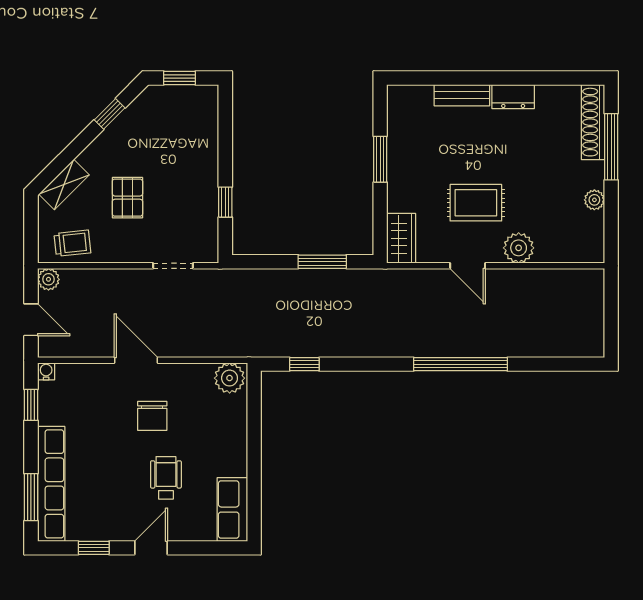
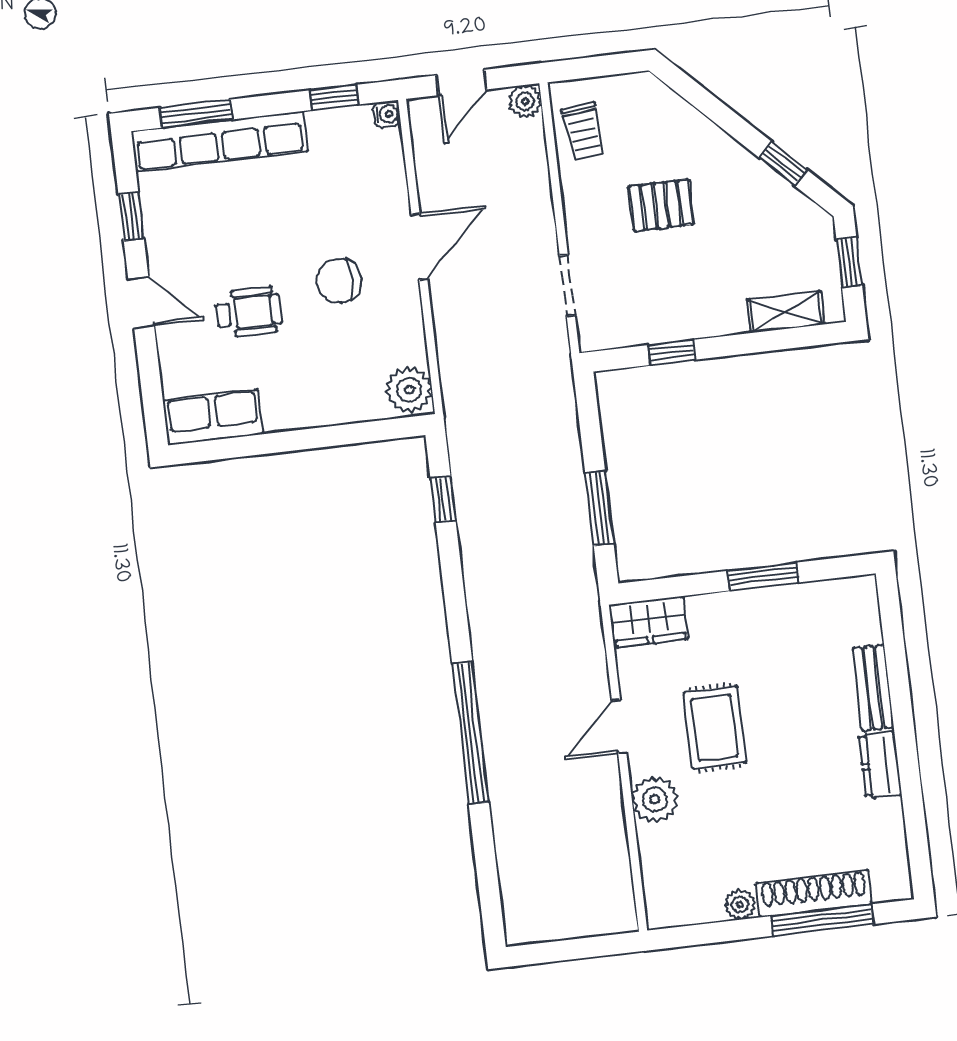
shoe rack: (593, 122) -> (814, 893), moved
shelving: (64, 184) -> (786, 312), moved, turned -45

